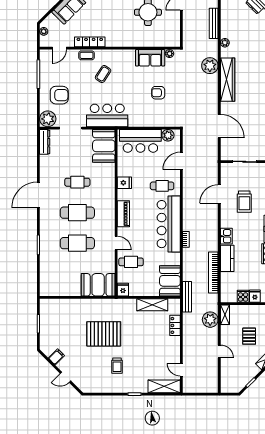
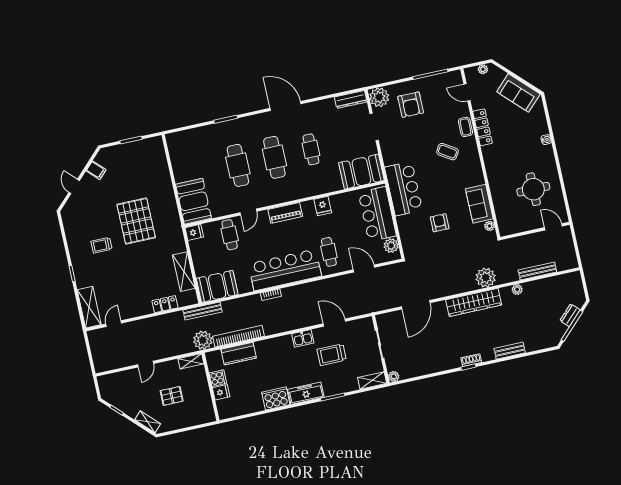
bar counter: (107, 115) -> (404, 189), moved
kitchen sink: (226, 236) -> (303, 338), moved
kitchen counter: (227, 258) -> (239, 354), moved
plant: (210, 320) -> (203, 340), moved

